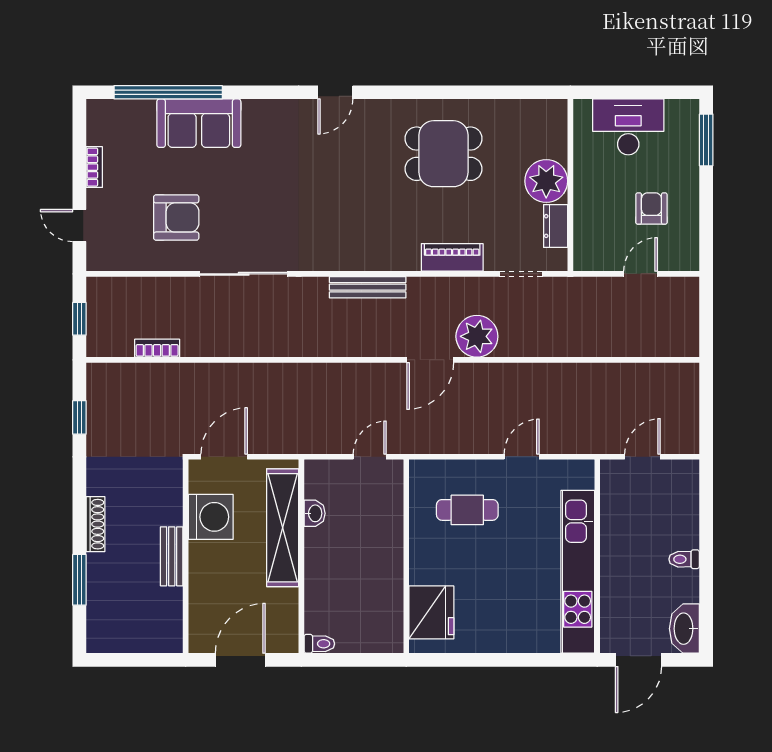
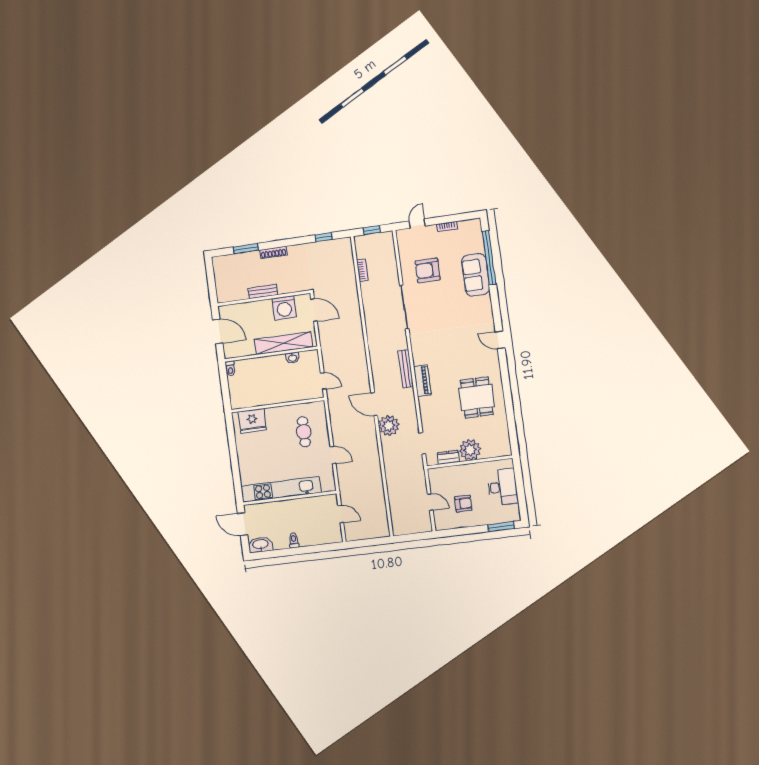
armchair: (176, 217) -> (428, 270), turned 90
piano: (452, 257) -> (422, 381), moved

